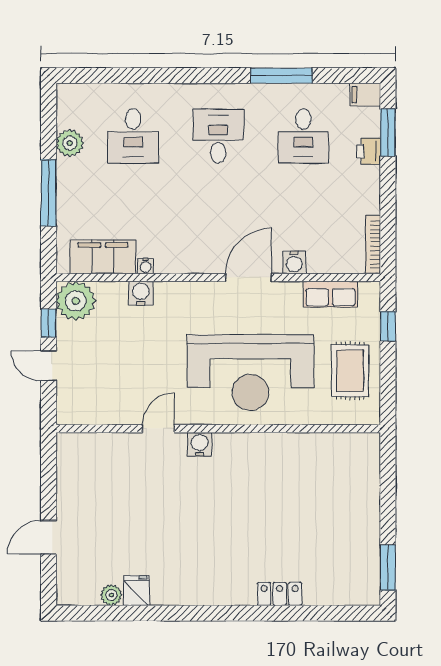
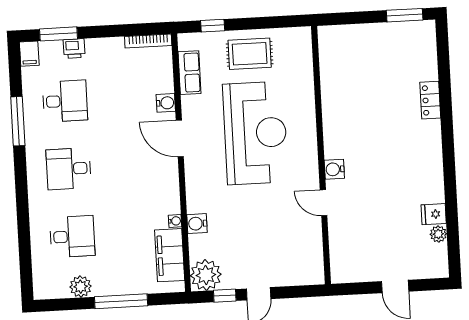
door: (158, 429) -> (324, 203), moved
wall: (218, 429) -> (321, 155), moved
water cooler: (200, 444) -> (334, 169), moved

